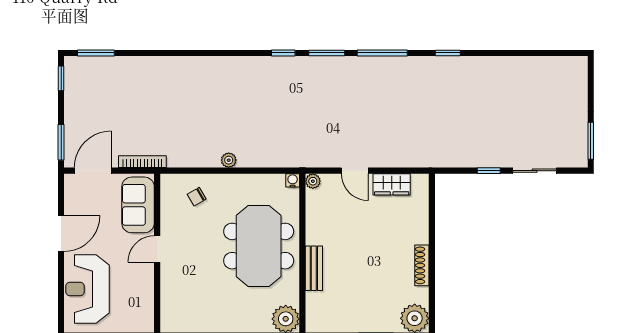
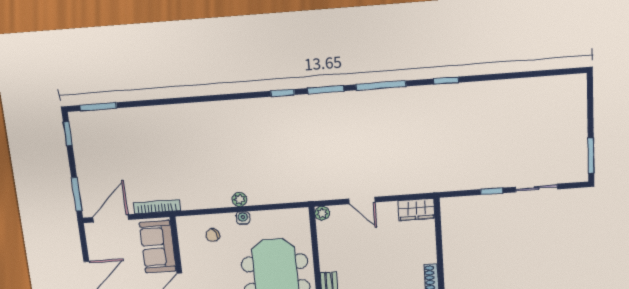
water cooler: (293, 180) -> (243, 218), moved
wardrobe: (392, 184) -> (416, 209), moved

